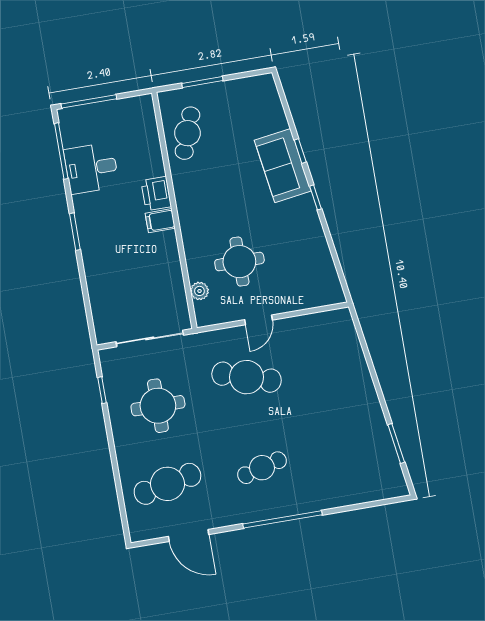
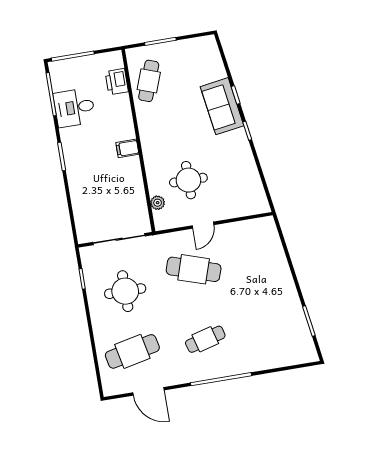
printer: (156, 194) -> (117, 82), moved

